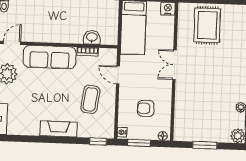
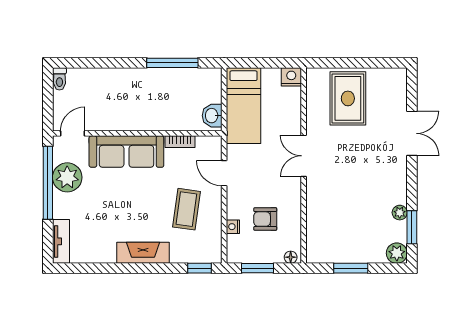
washbasin: (92, 37) -> (212, 116), moved, turned -90
nightstand: (122, 132) -> (233, 227), moved

